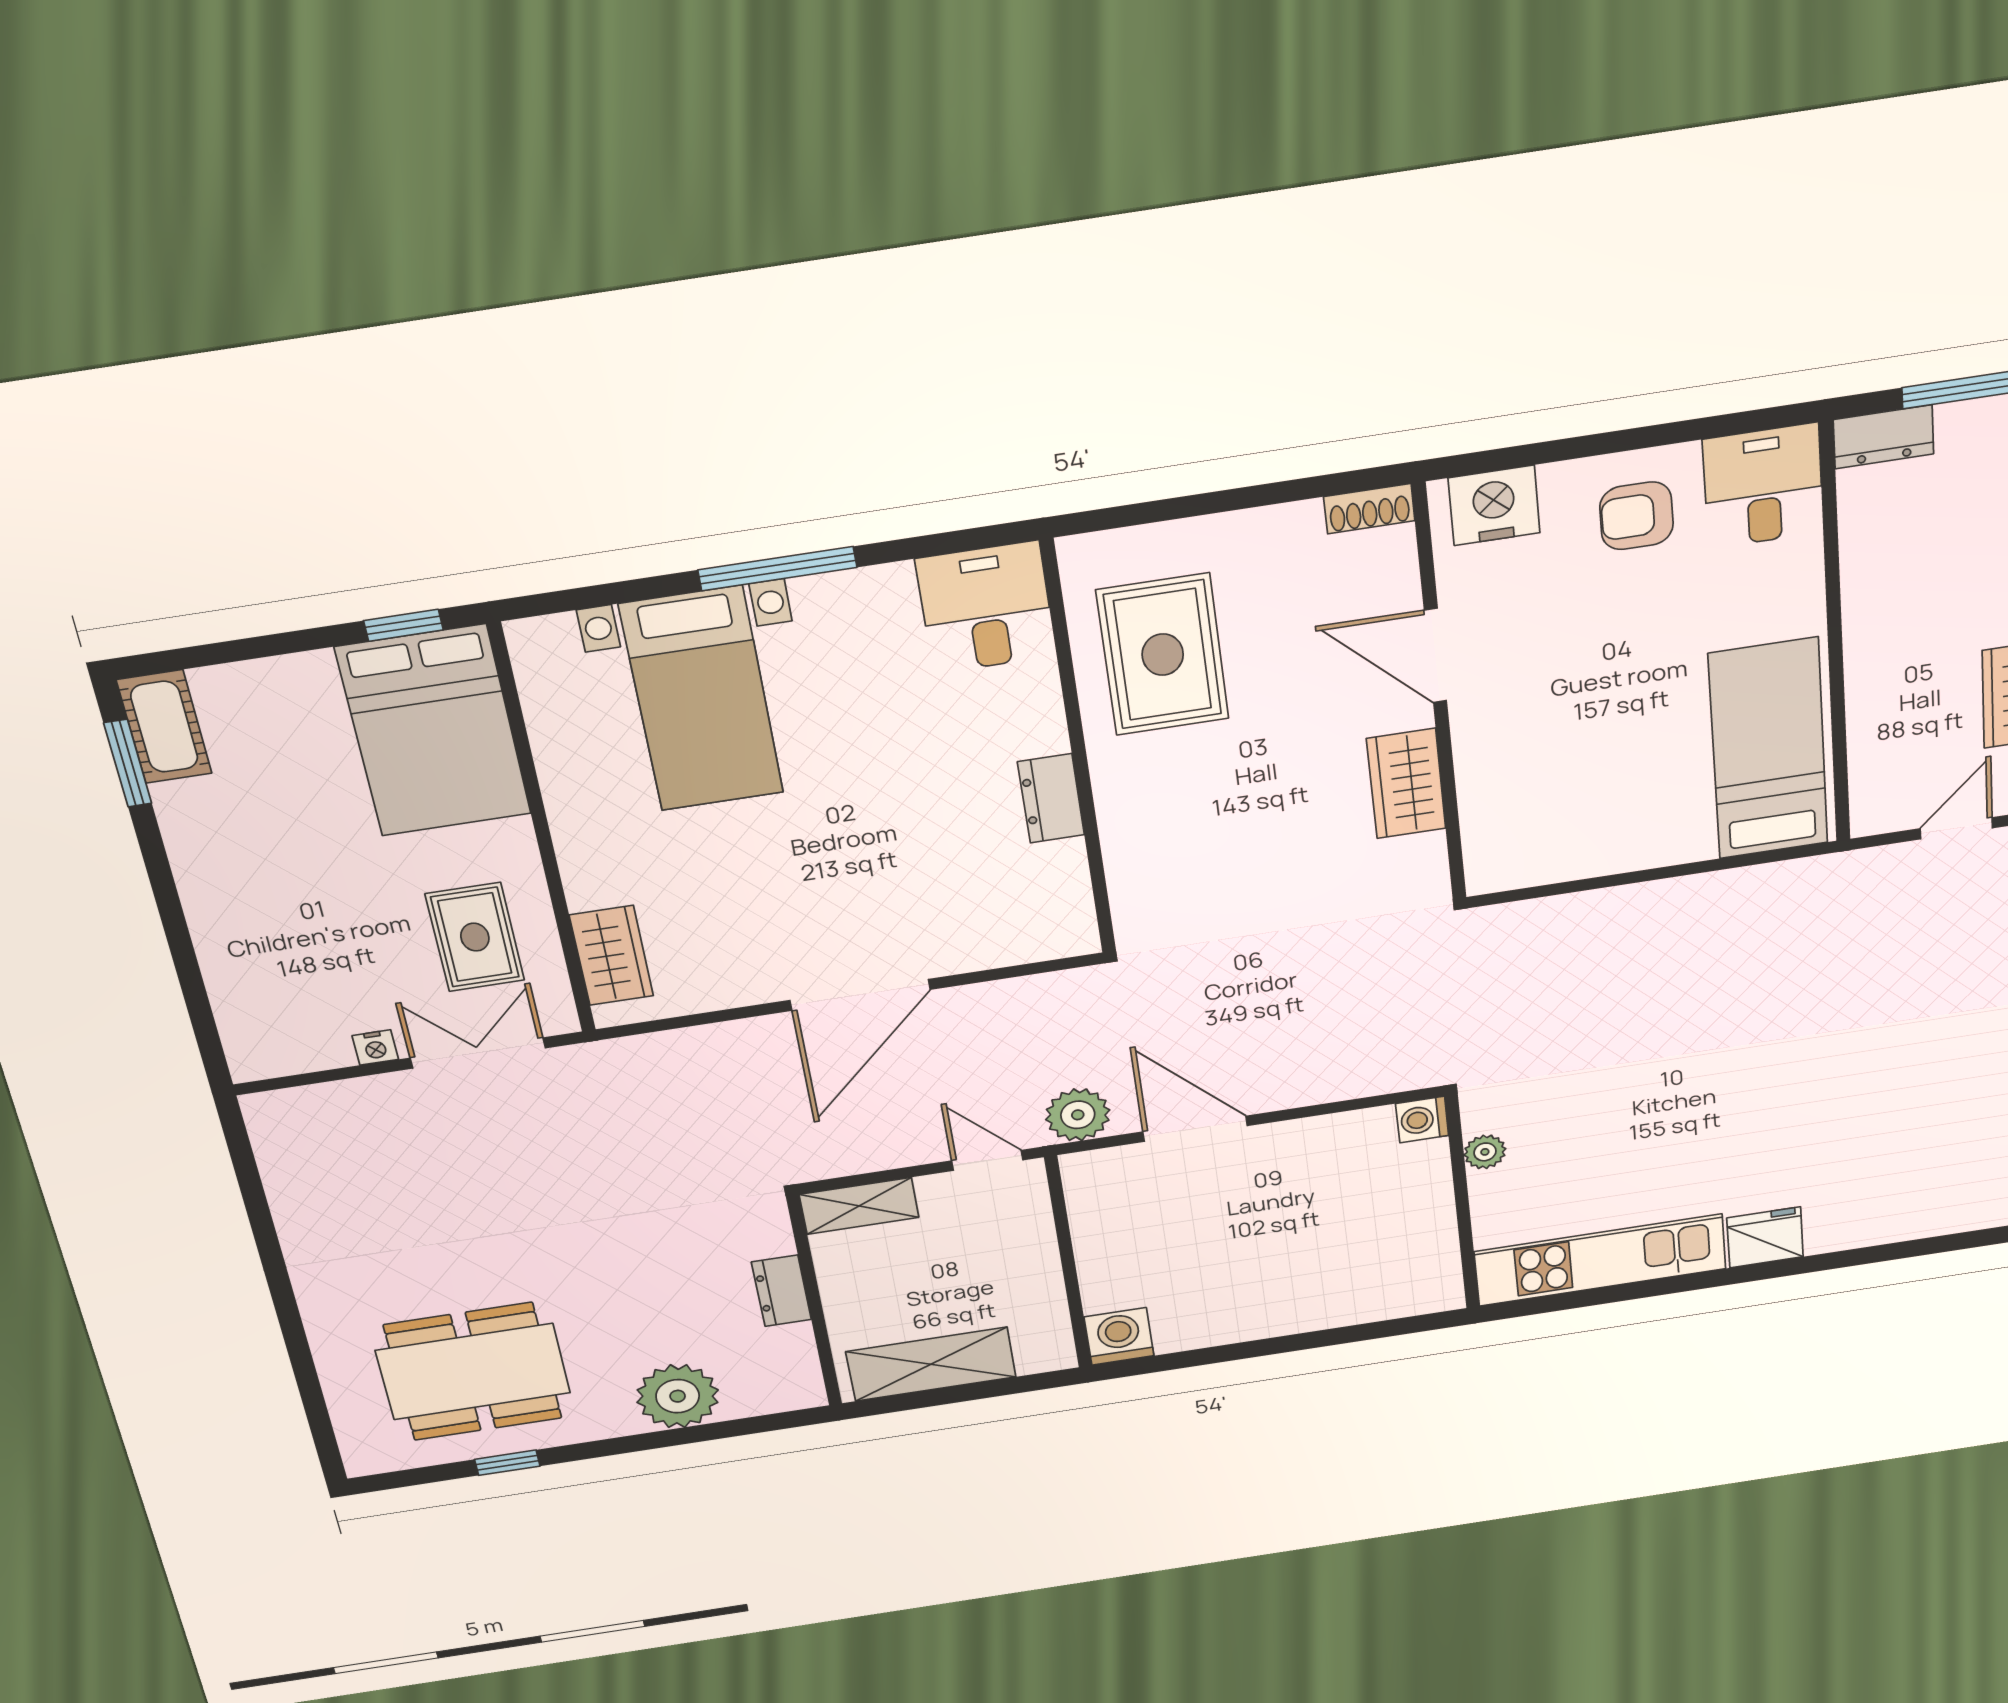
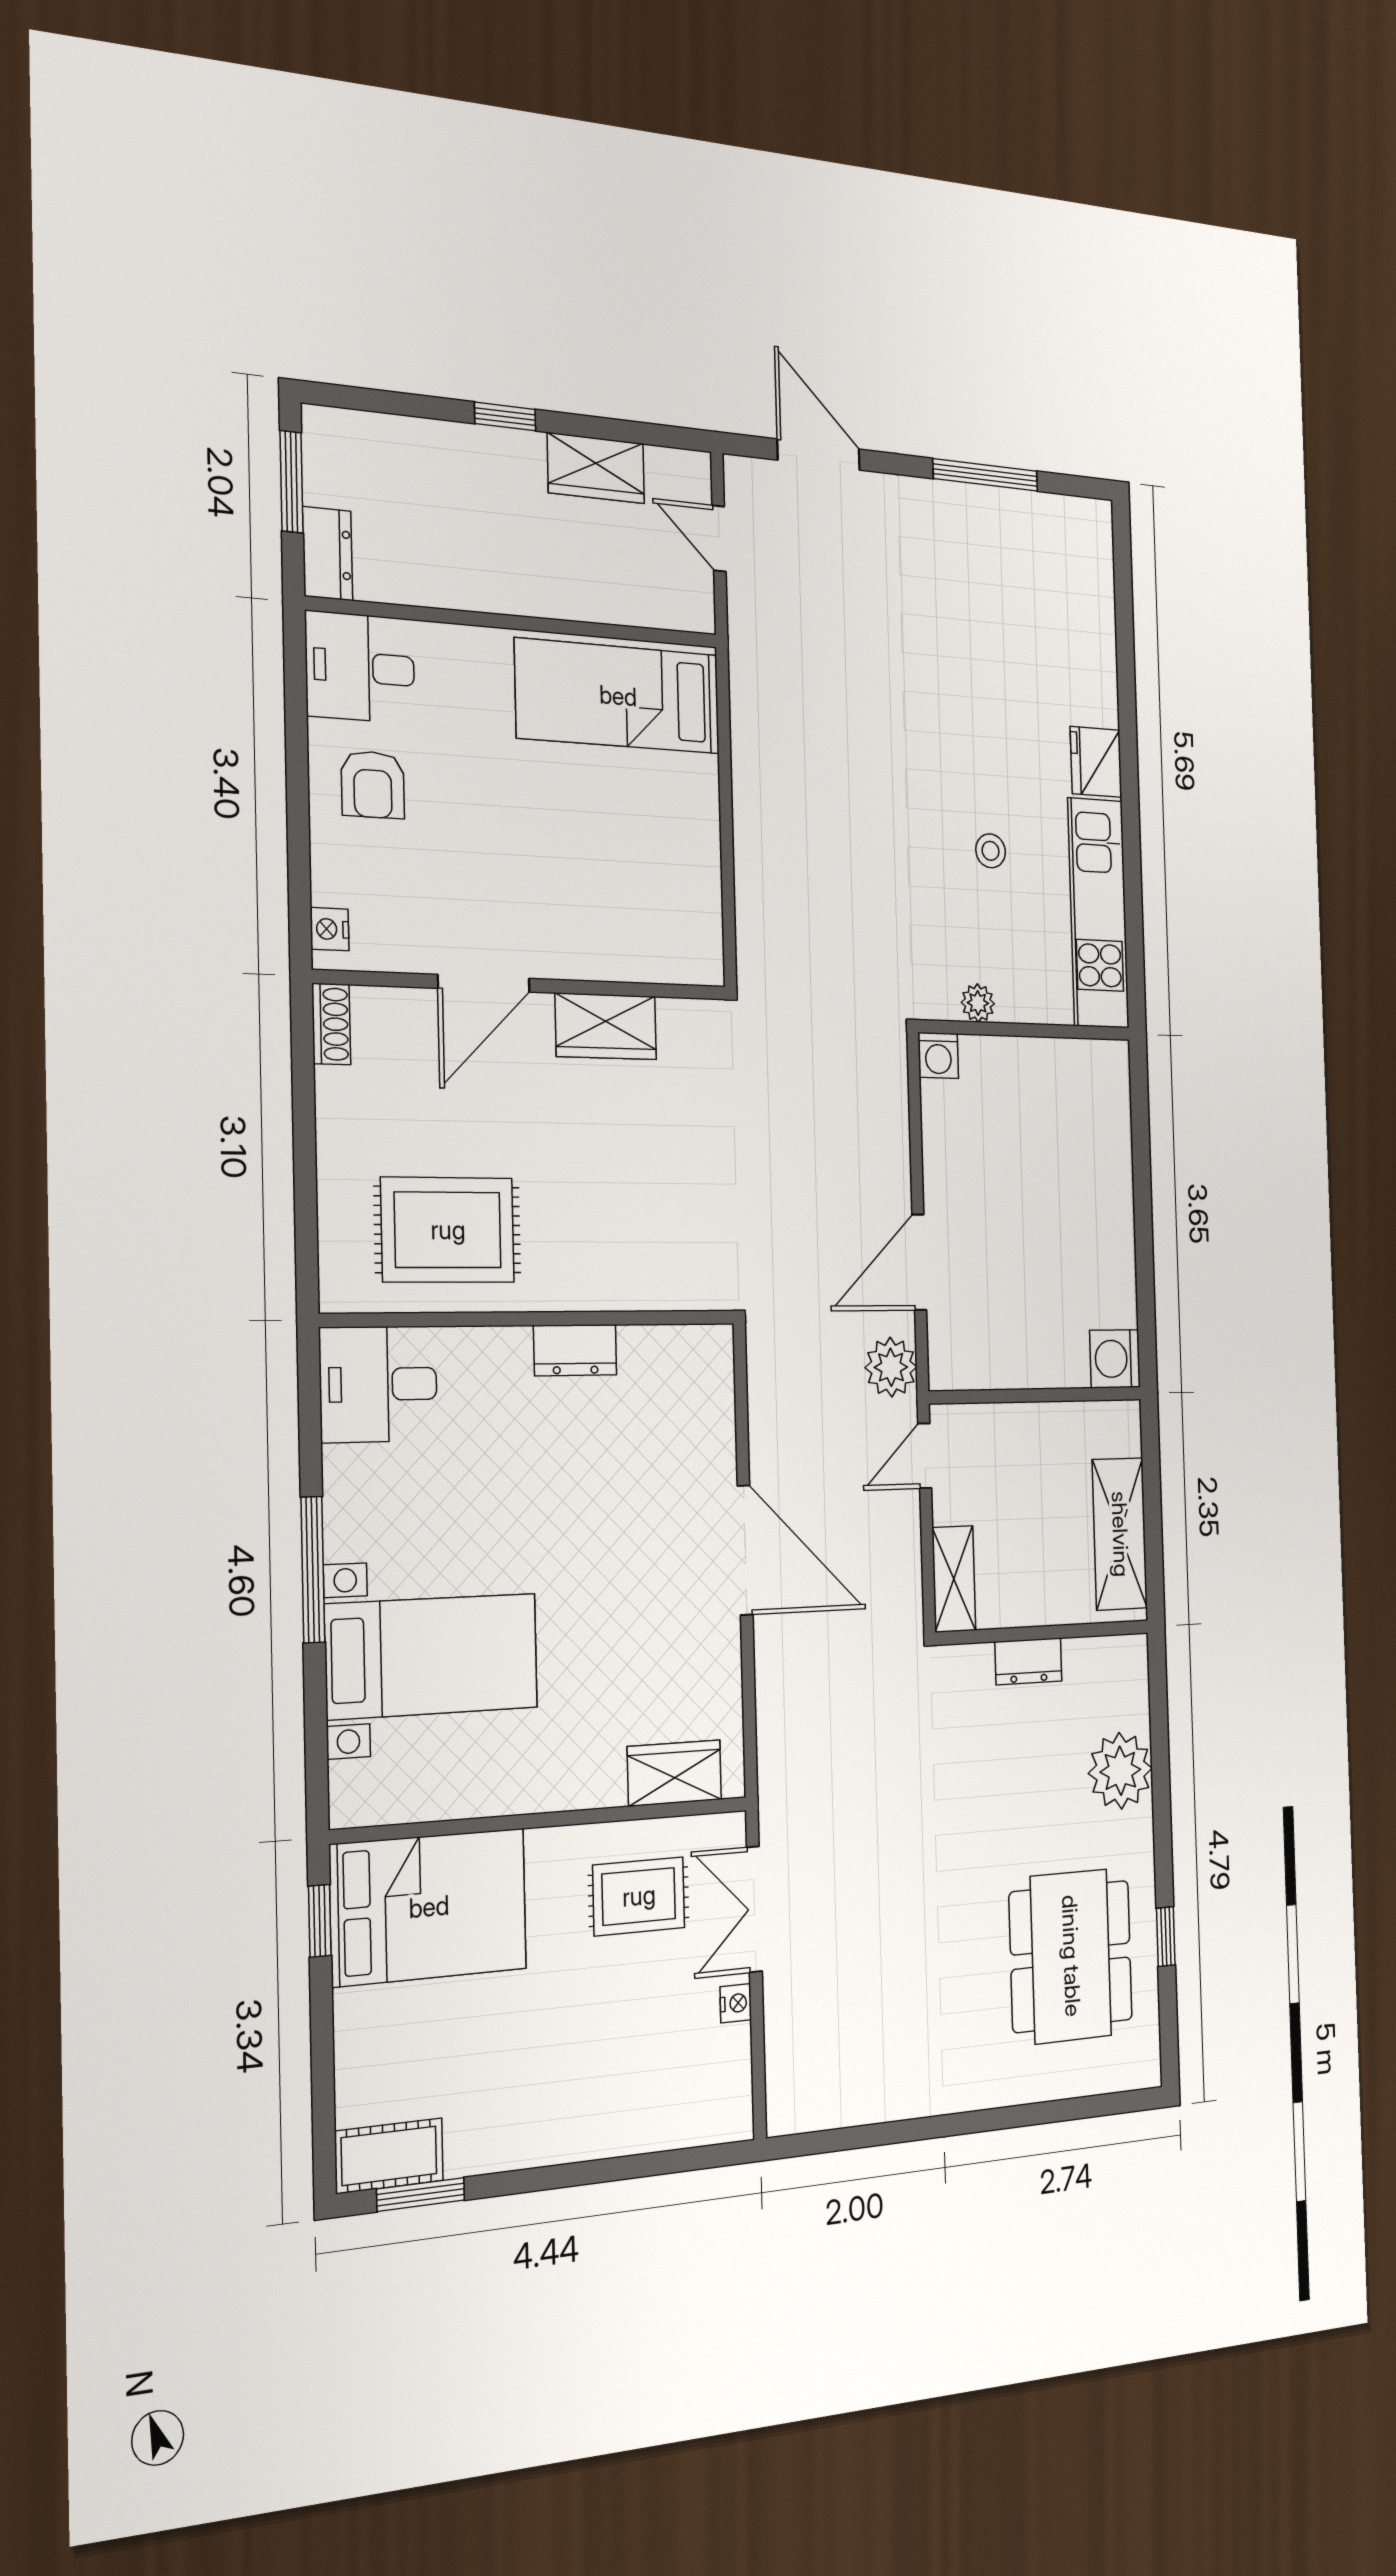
nightstand: (1494, 505) -> (330, 929), width x0.53, depth x0.56
stool: (1653, 1144) -> (991, 851), added

